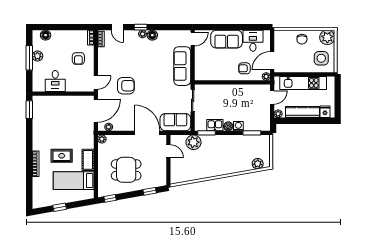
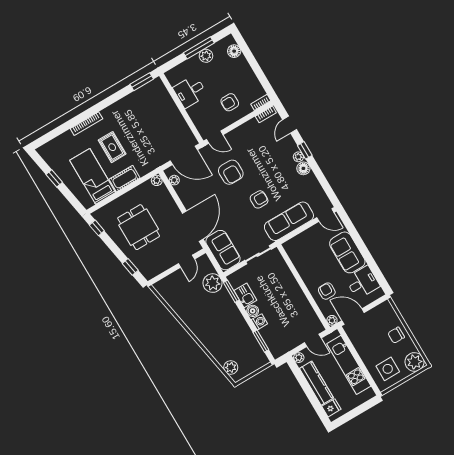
armchair: (156, 78) -> (259, 199), added

